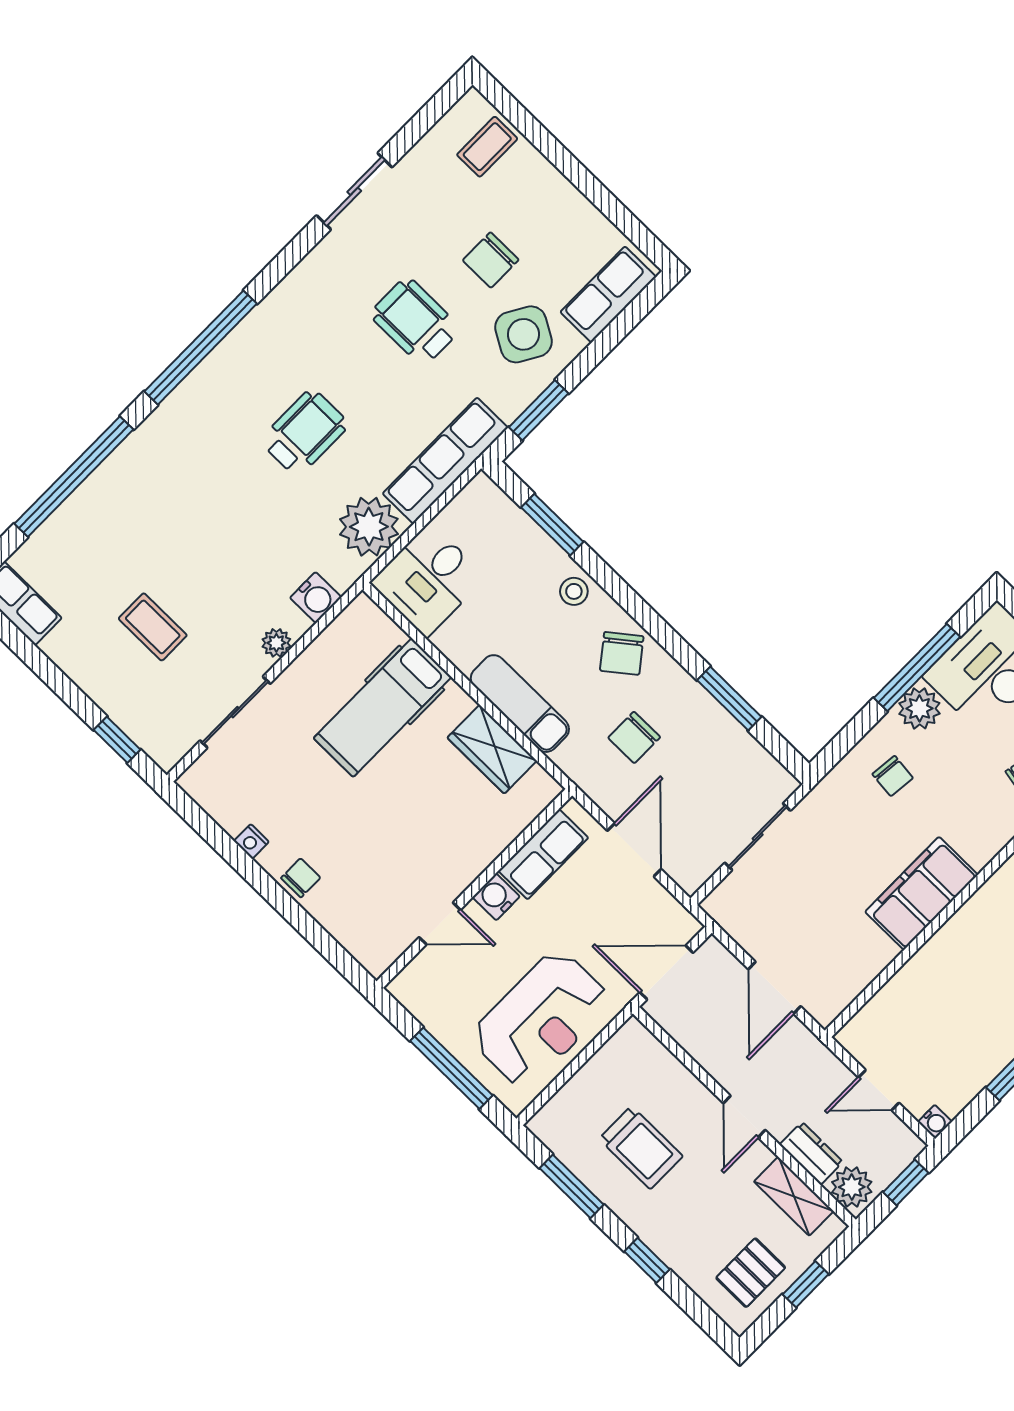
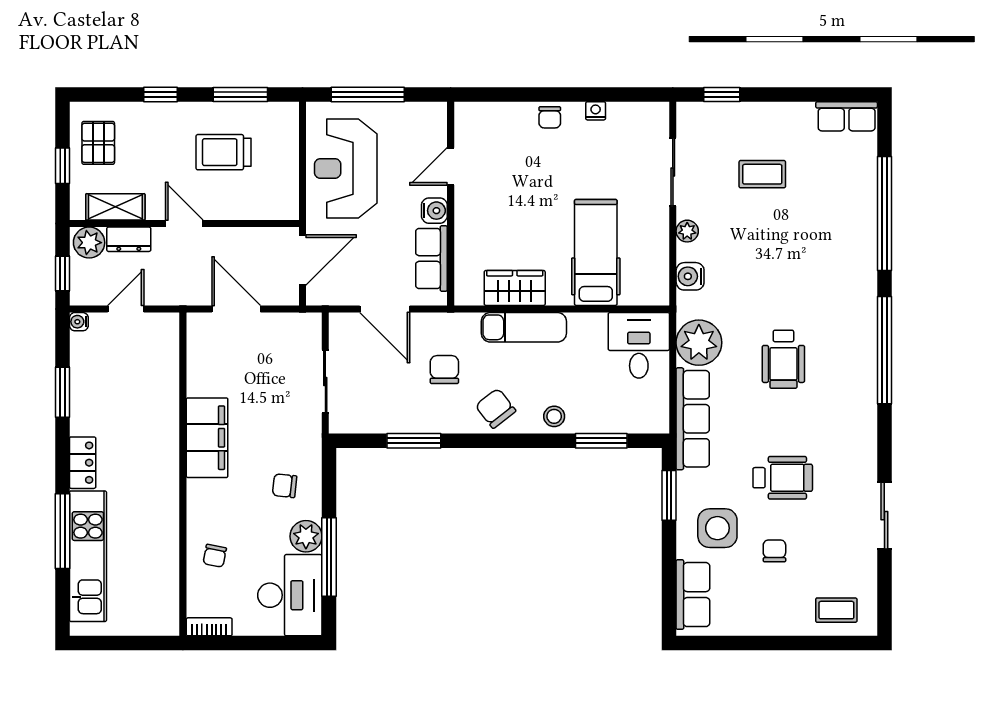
coffee table: (487, 147) -> (836, 610), turned 90
chair: (491, 260) -> (774, 551), width x0.73, depth x0.73
side table: (523, 334) -> (717, 528), turned -30

